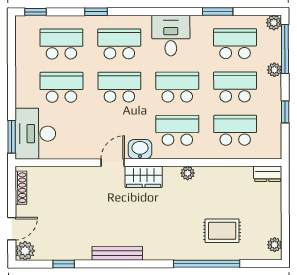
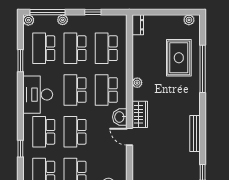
desk: (171, 36) -> (38, 95), width x1.37
rug: (222, 231) -> (179, 58), width x1.36, depth x1.43

